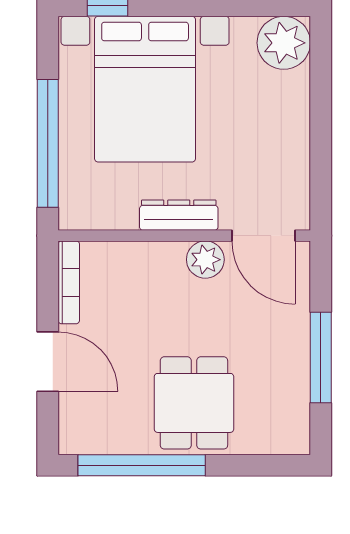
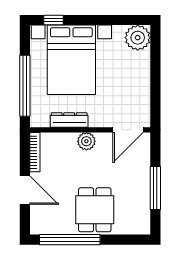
dresser: (179, 215) -> (69, 120), moved
door: (264, 236) -> (128, 130), hinge flipped
plant: (205, 260) -> (86, 141), moved

